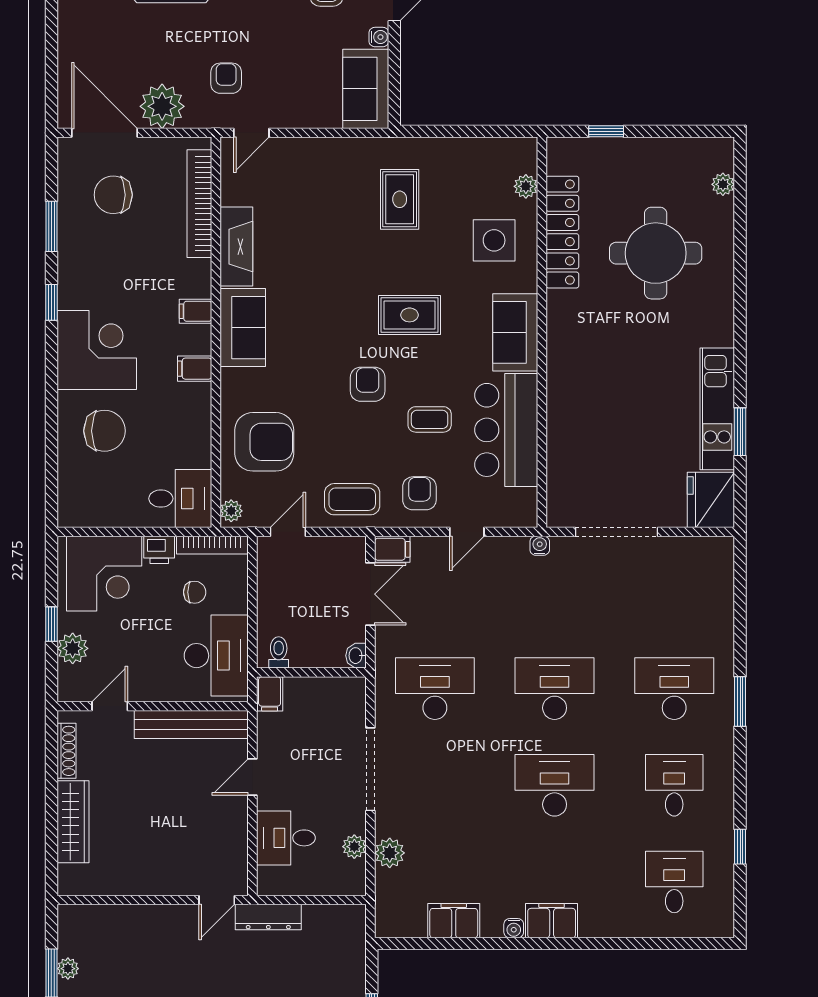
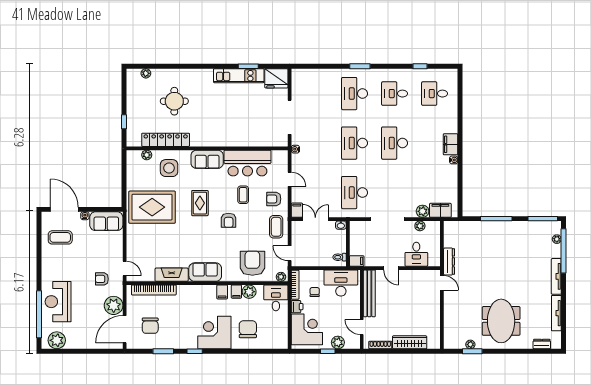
rug: (400, 199) -> (152, 207), width x1.86, depth x2.06
round table: (656, 253) -> (174, 101), width x0.73, depth x0.73
filing cabinet: (196, 311) -> (236, 292), moved
armchair: (368, 384) -> (229, 220), turned -90
plant: (195, 434) -> (249, 292), added
filing cabinet: (454, 921) -> (440, 210), moved, turned 90

